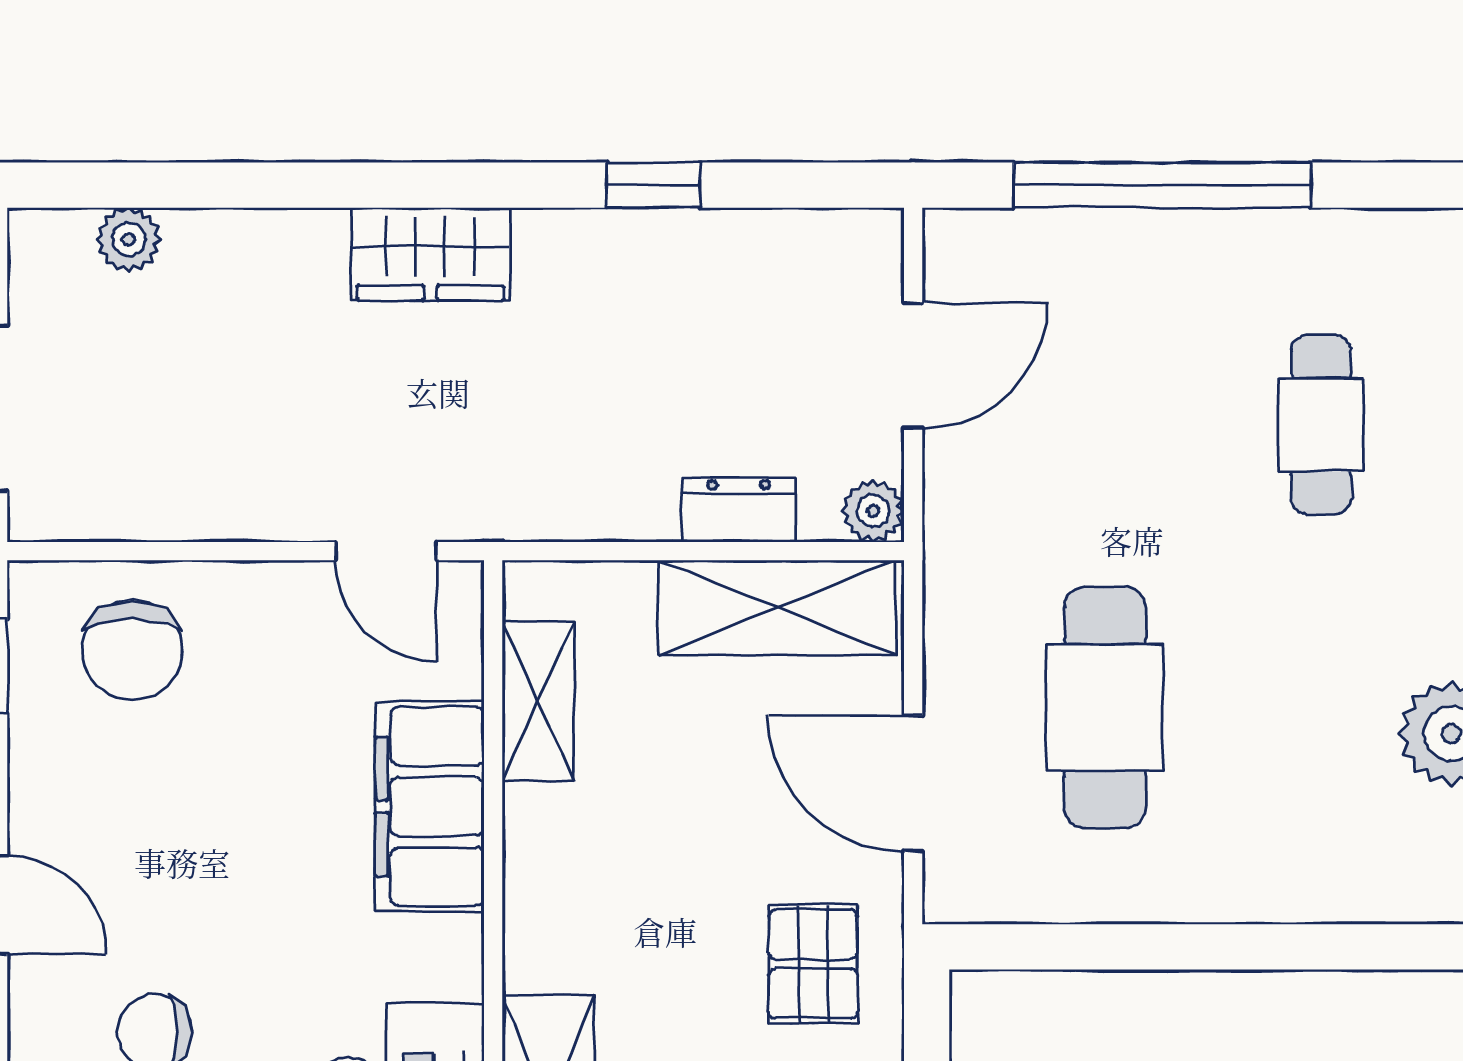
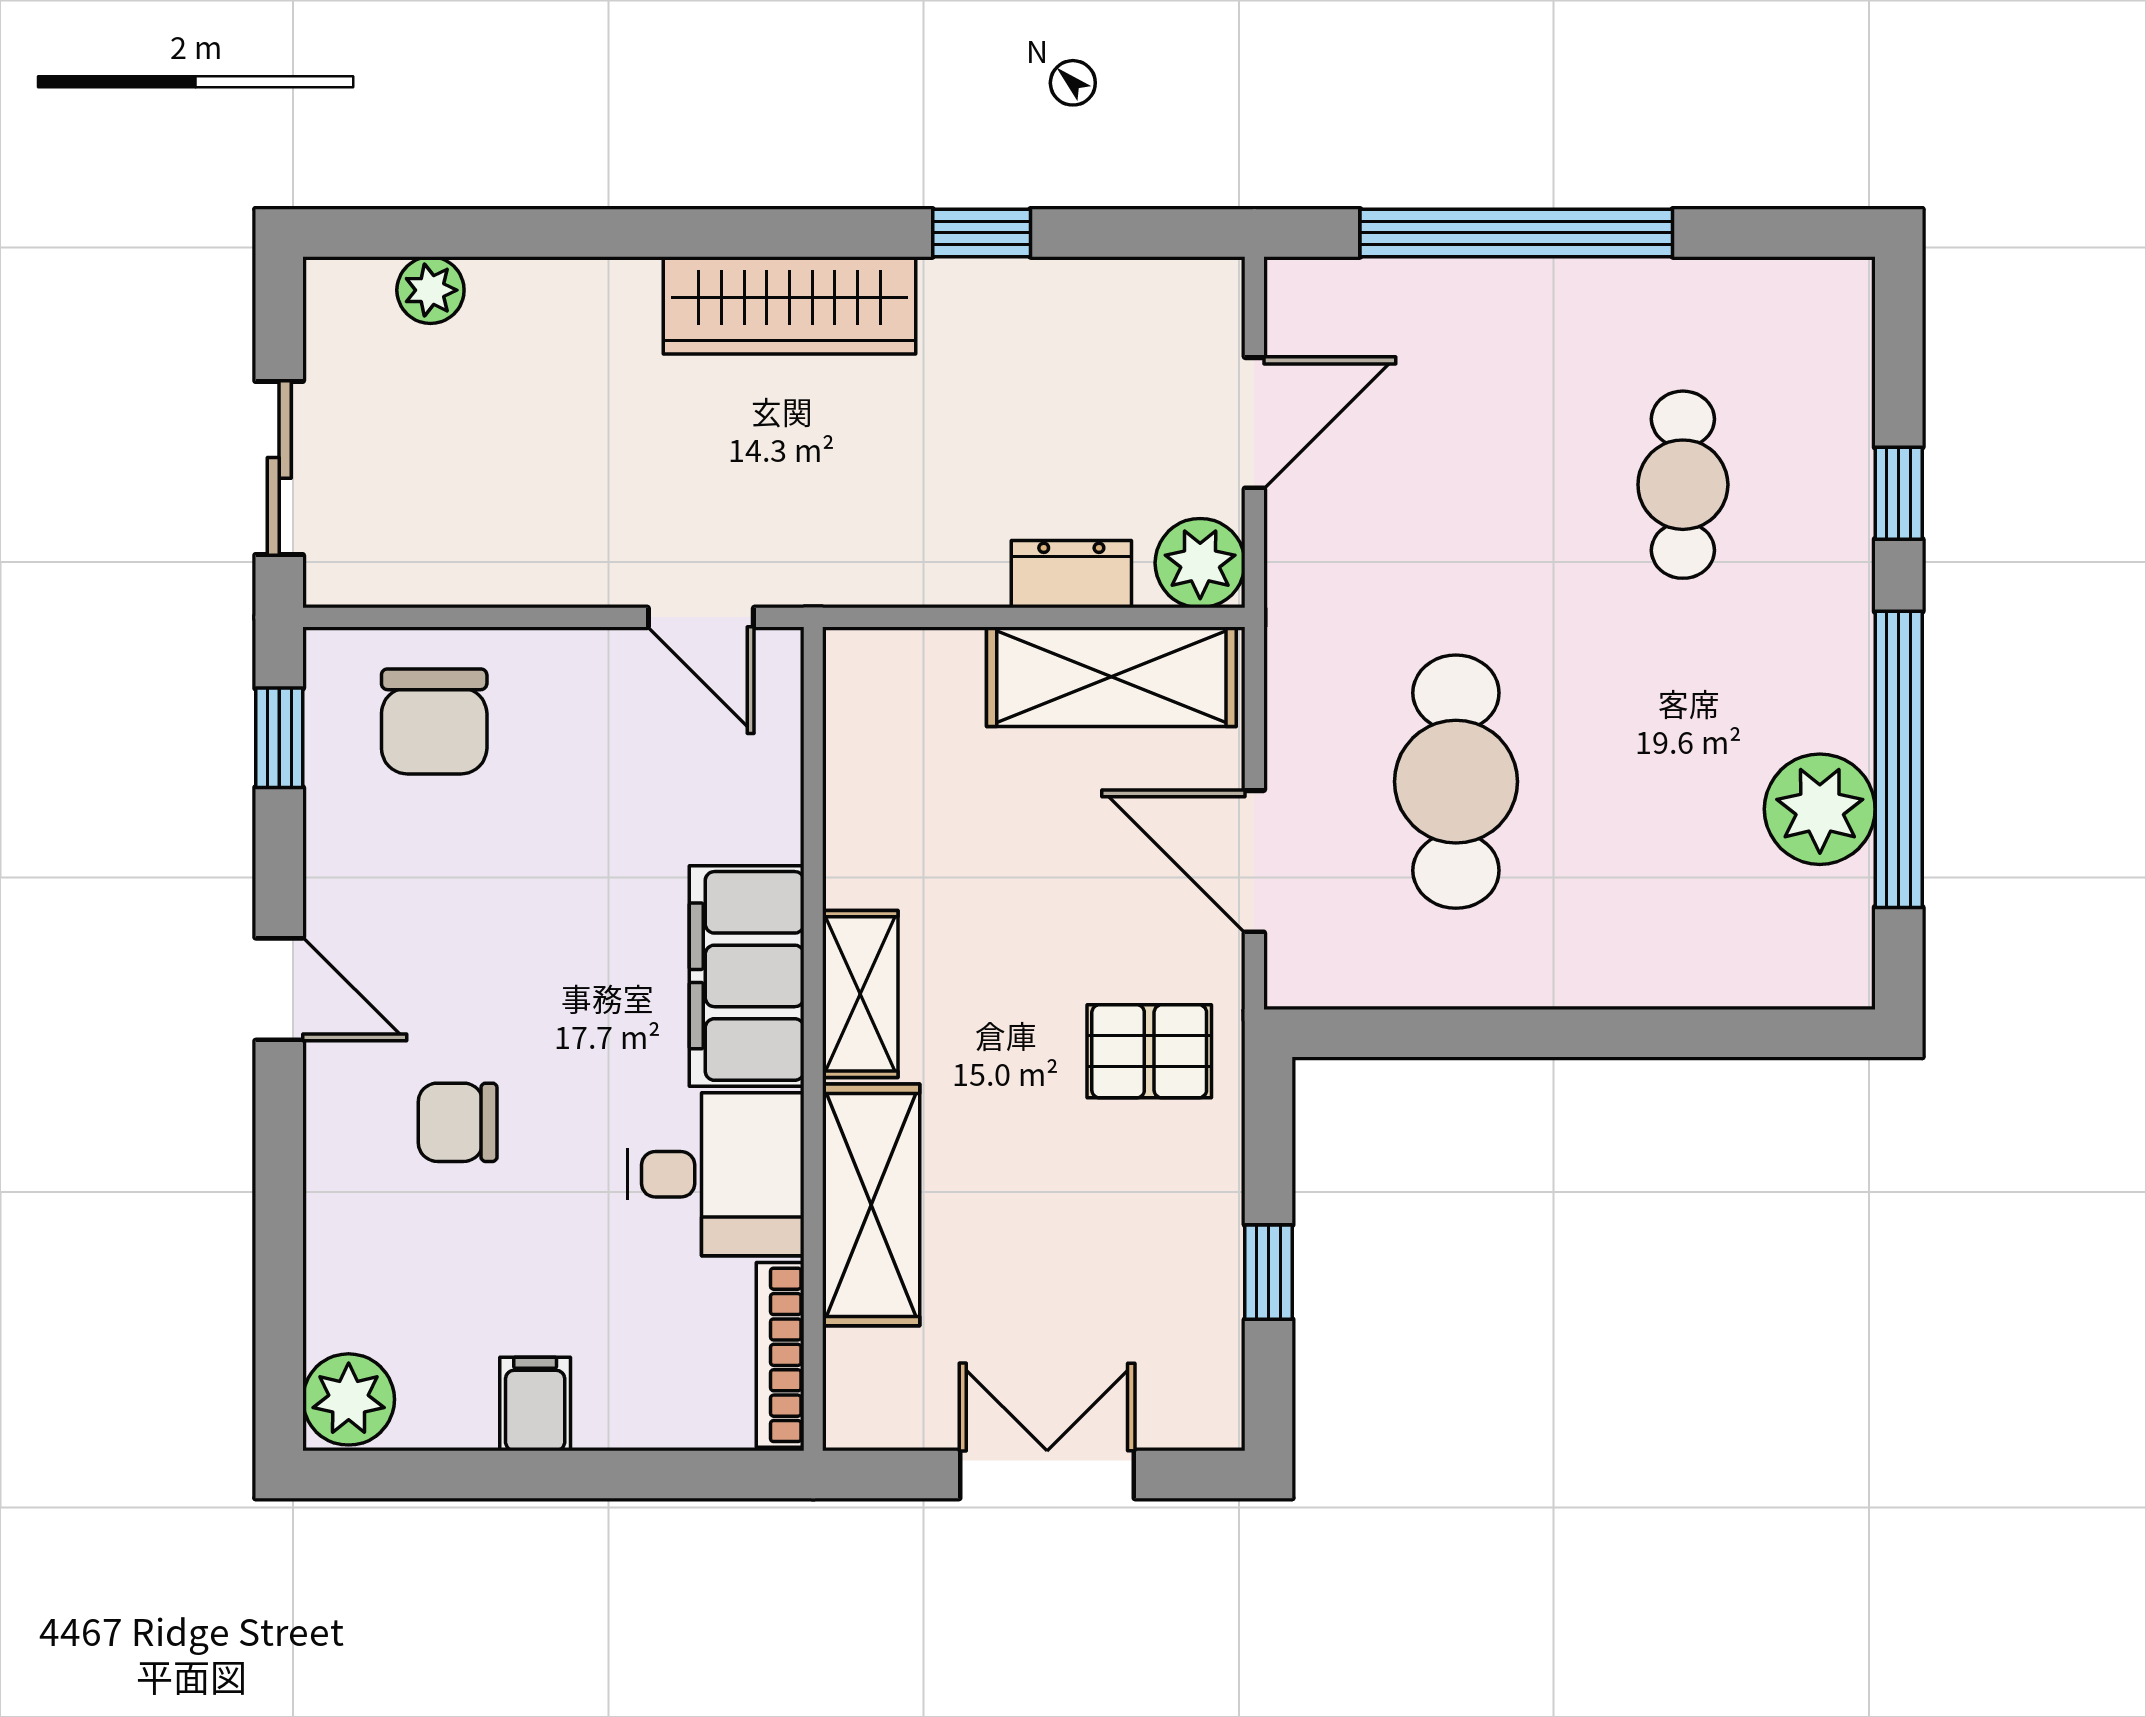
wardrobe: (431, 254) -> (790, 305), width x1.50
plant: (873, 511) -> (1200, 563), width x1.38, depth x1.38
shelving: (538, 701) -> (860, 994), moved
filing cabinet: (430, 806) -> (747, 976), moved
pallet: (813, 964) -> (1149, 1051), turned 90

